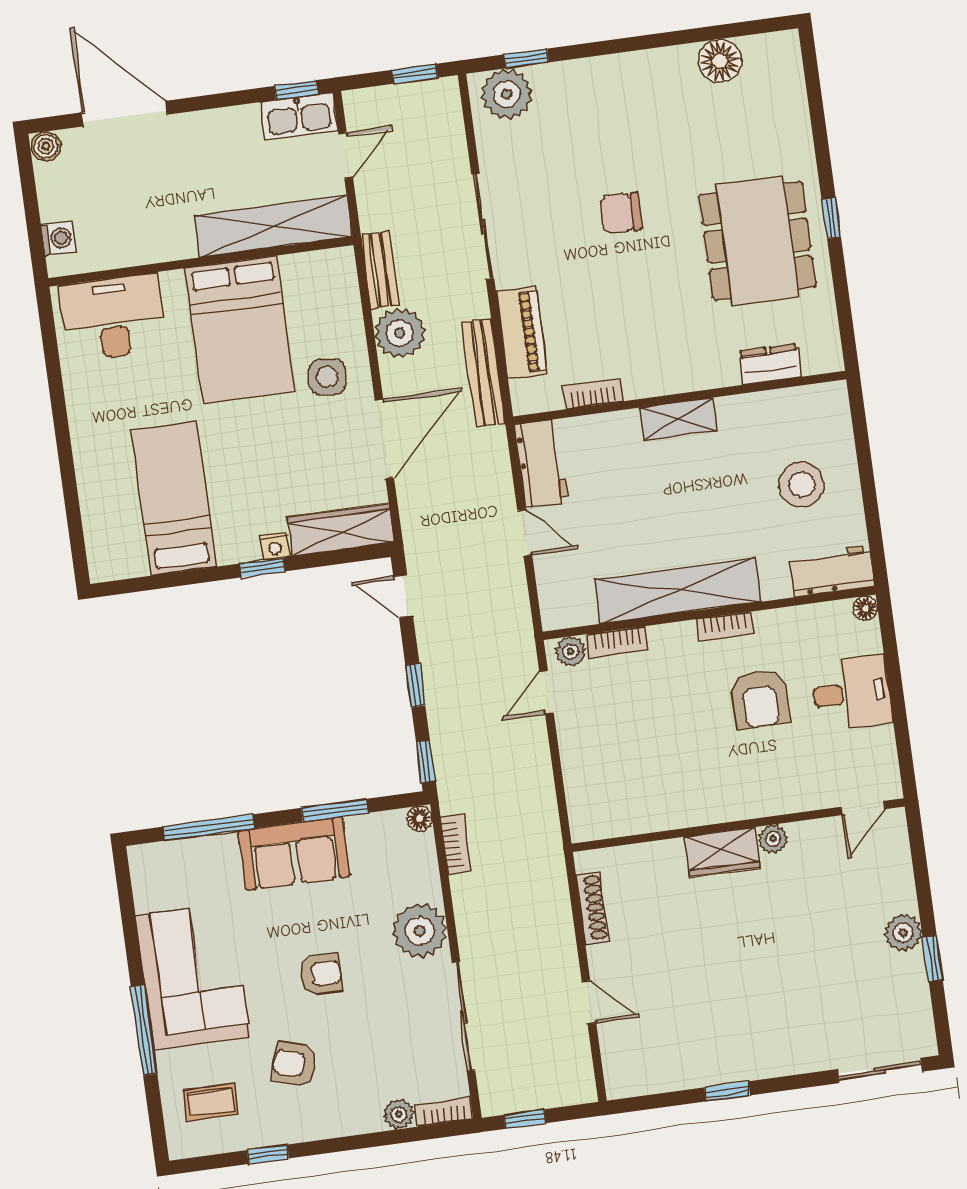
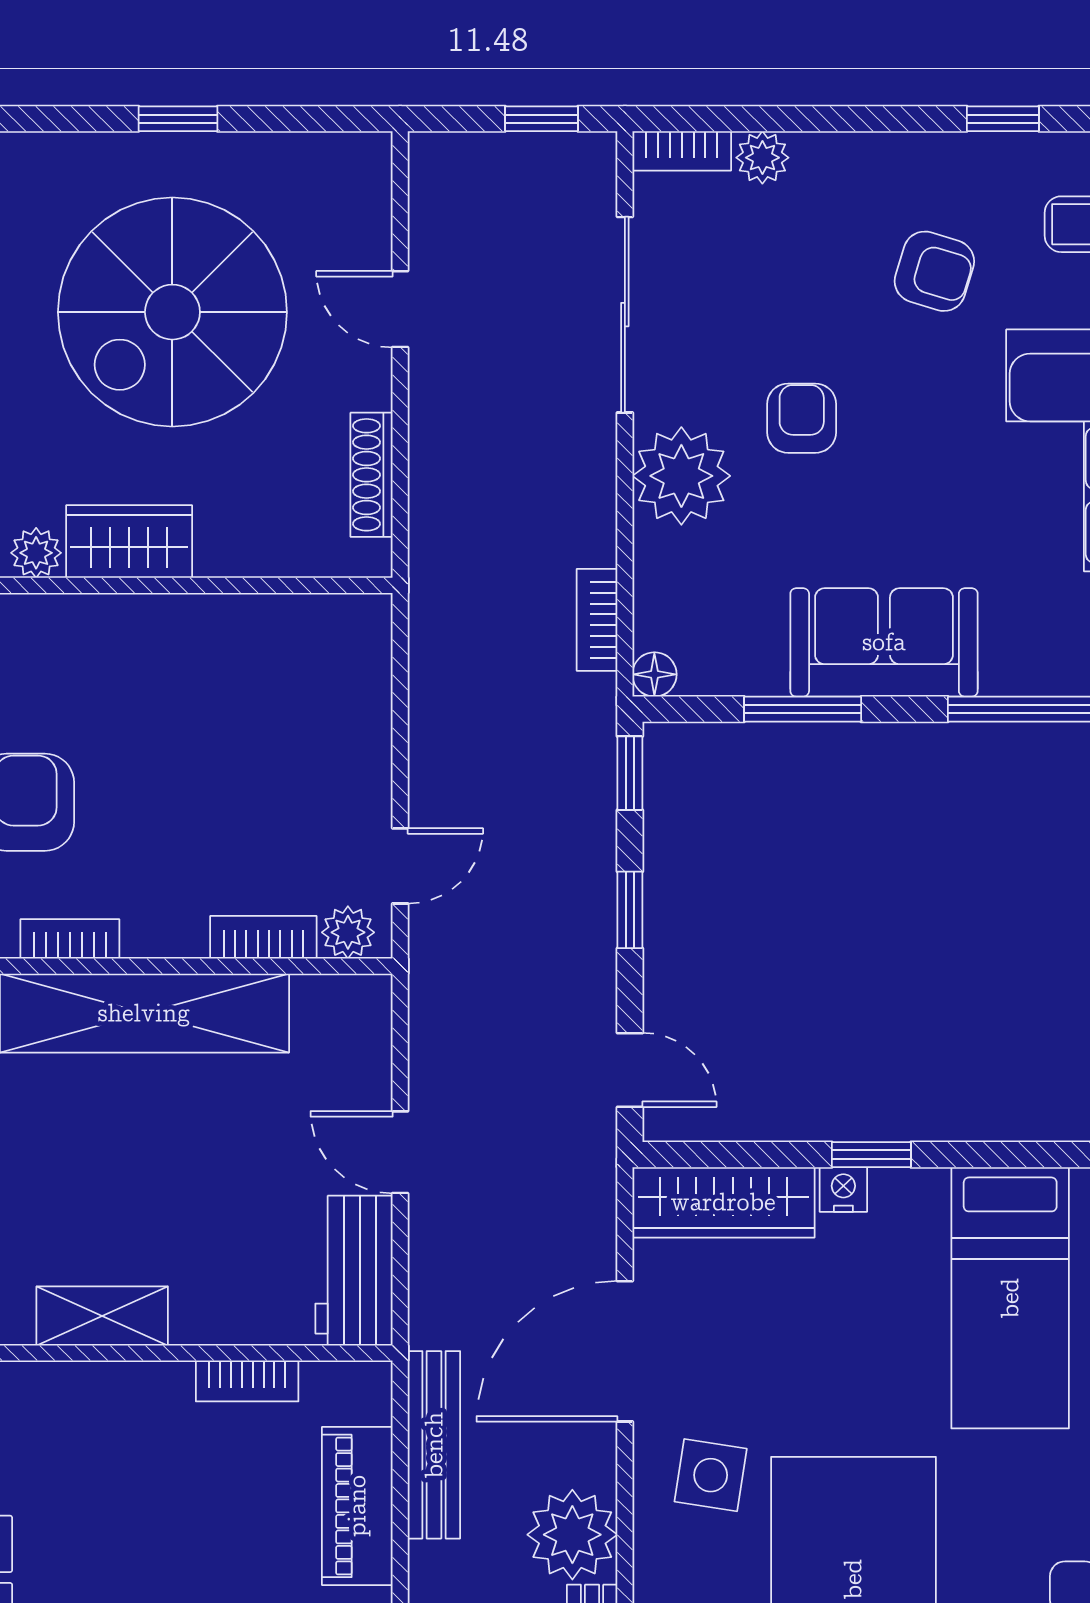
armchair: (321, 974) -> (802, 418), moved, turned 90
spiral stairs: (716, 983) -> (172, 312), added

